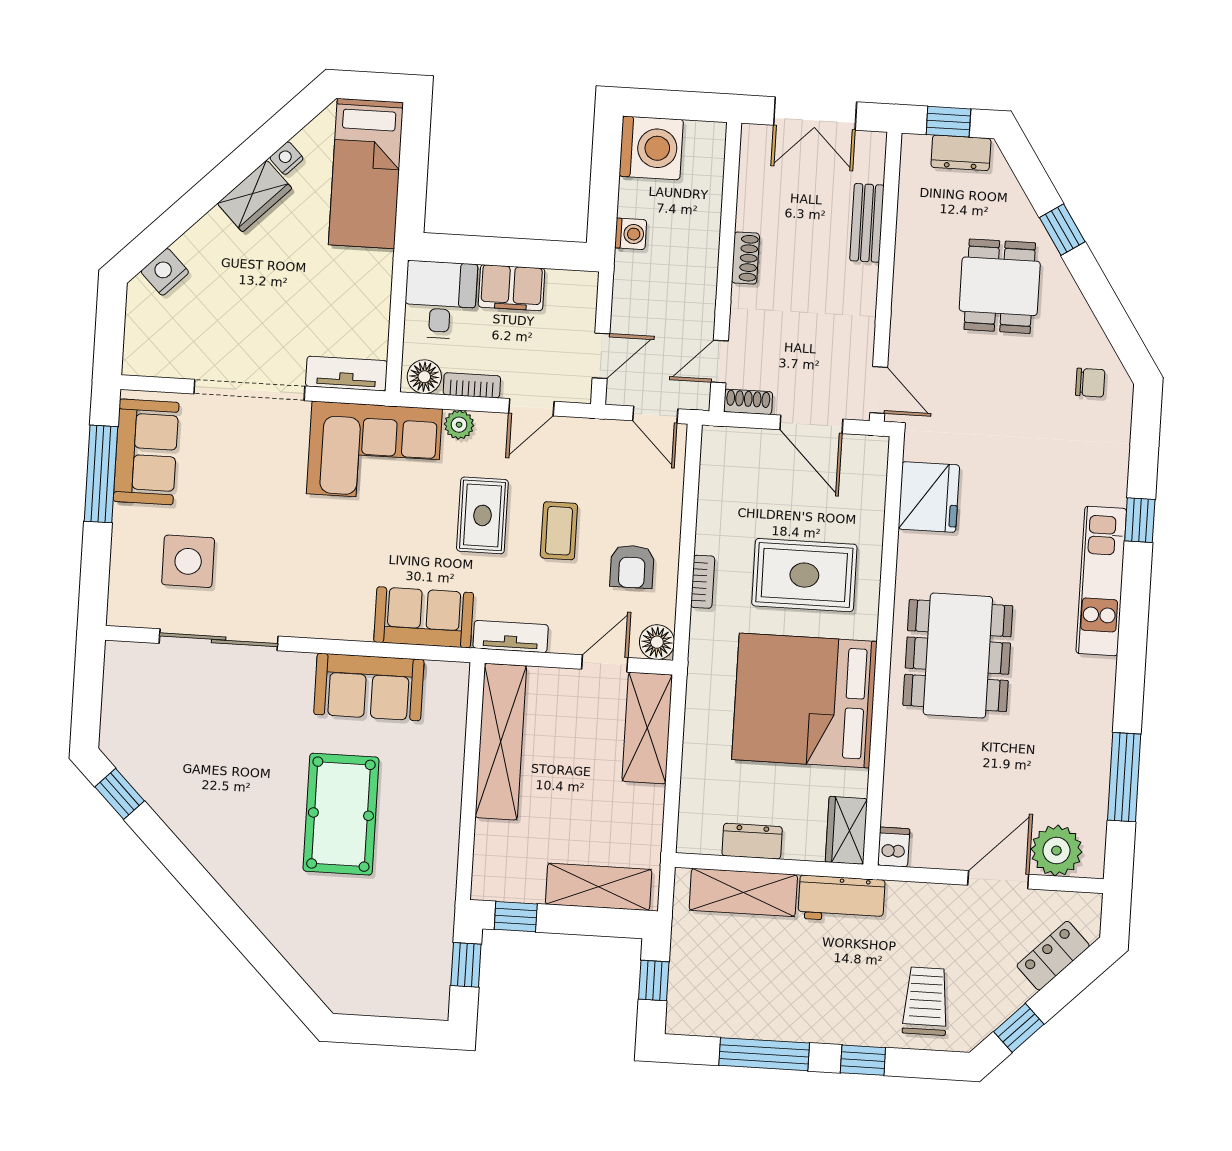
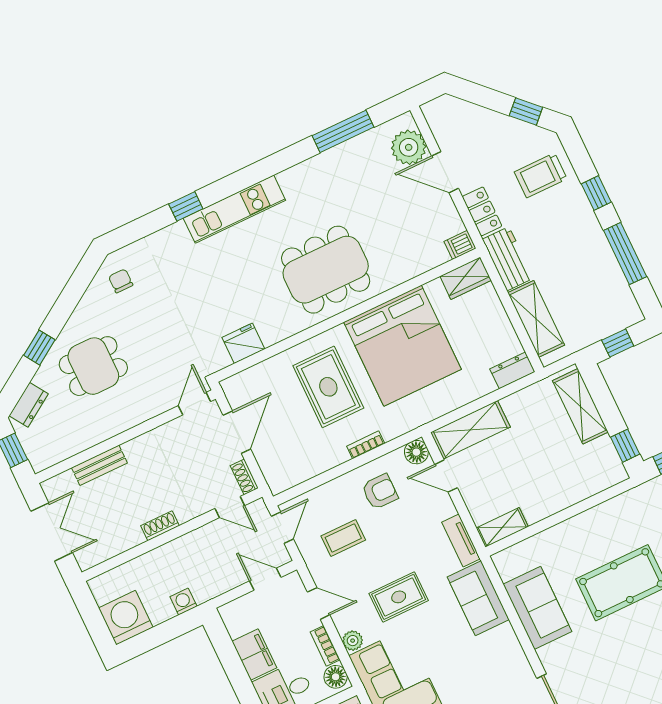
dresser: (961, 153) -> (29, 405), moved, turned 57
fridge: (929, 497) -> (243, 343), width x0.73, depth x0.75
coffee table: (559, 531) -> (343, 538), moved
shelving: (501, 742) -> (502, 527), width x0.45, depth x0.75
dresser: (752, 841) -> (512, 370), moved, turned 90
locker: (1053, 956) -> (482, 211), moved, turned -135

